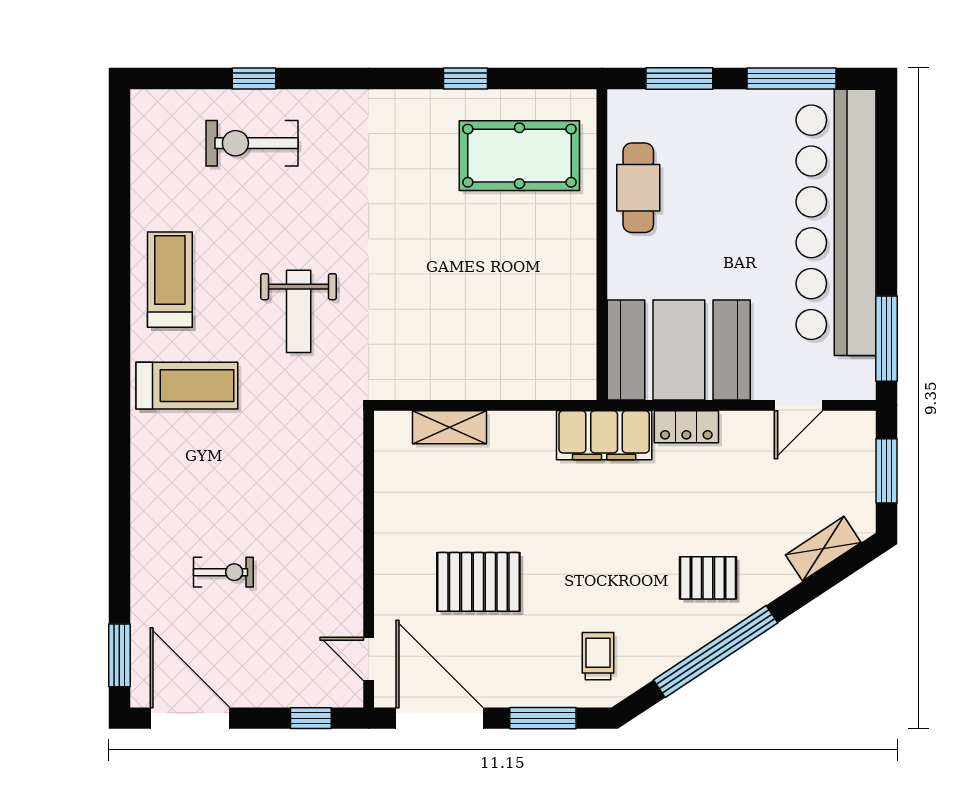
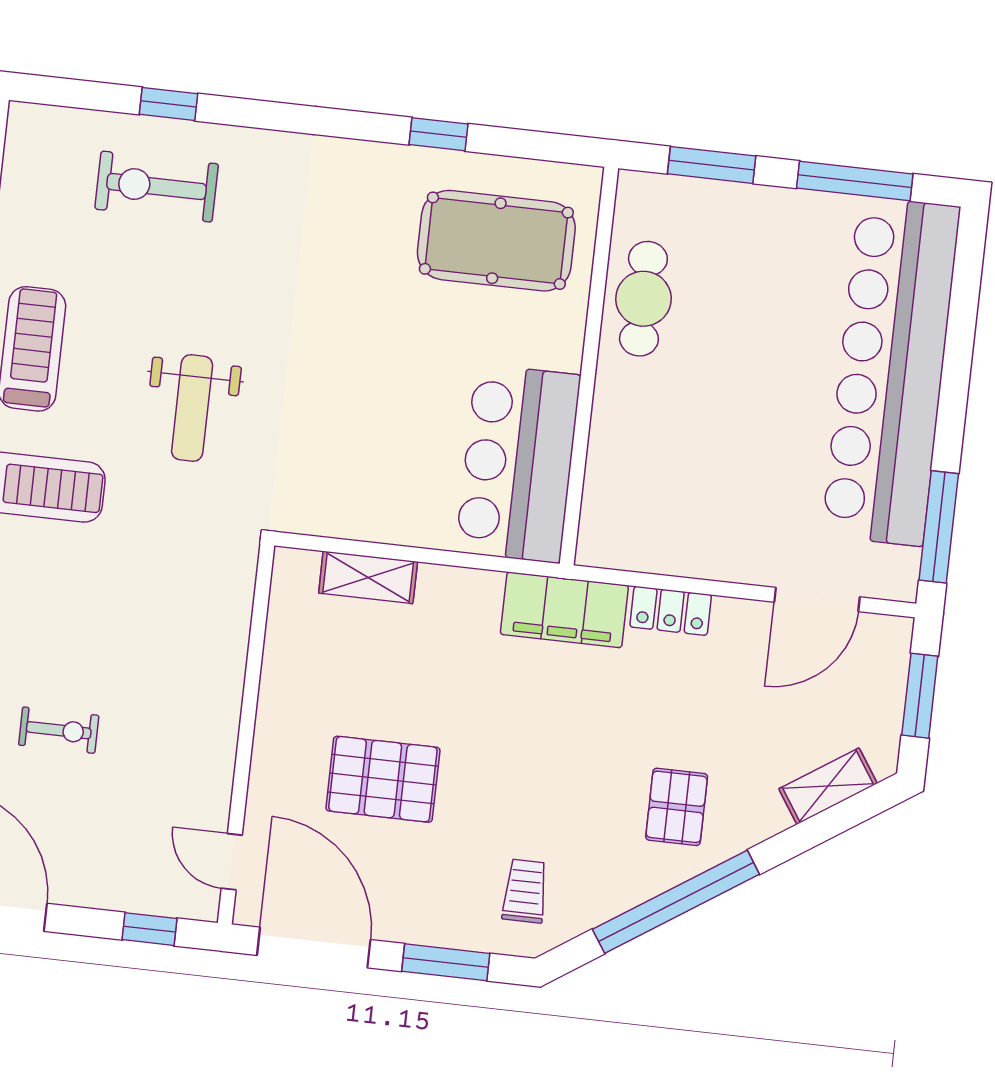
bar counter: (556, 326) -> (518, 463), added
booth: (679, 350) -> (672, 512), removed
door: (799, 405) -> (817, 599), width x1.38
pallet: (708, 578) -> (677, 807), turned 90

